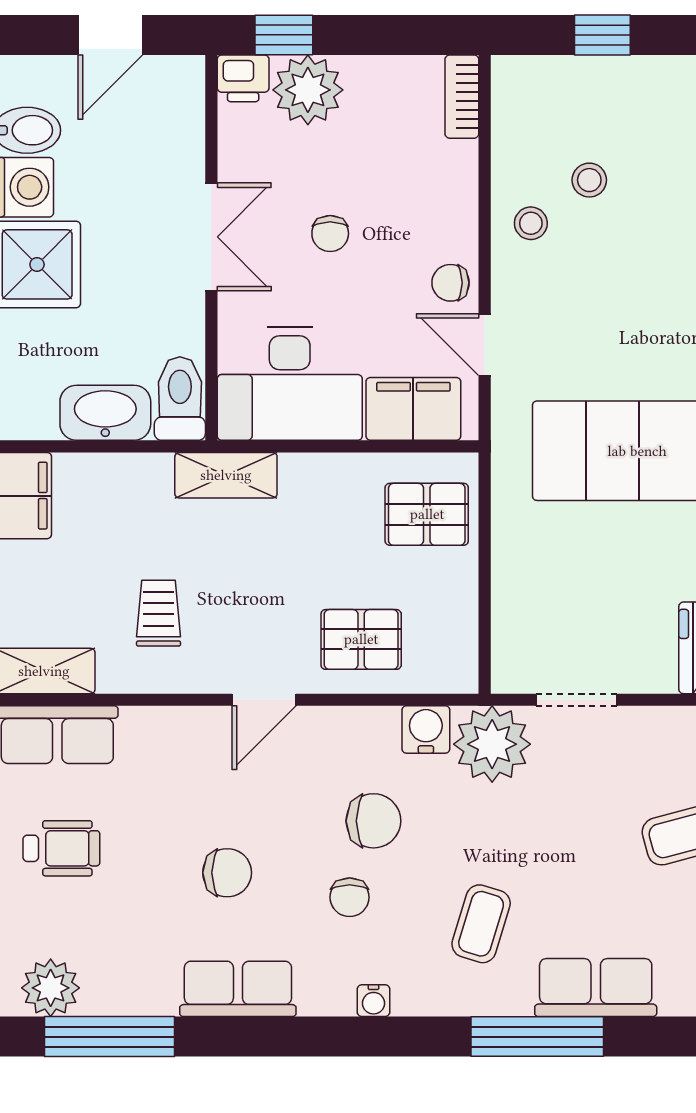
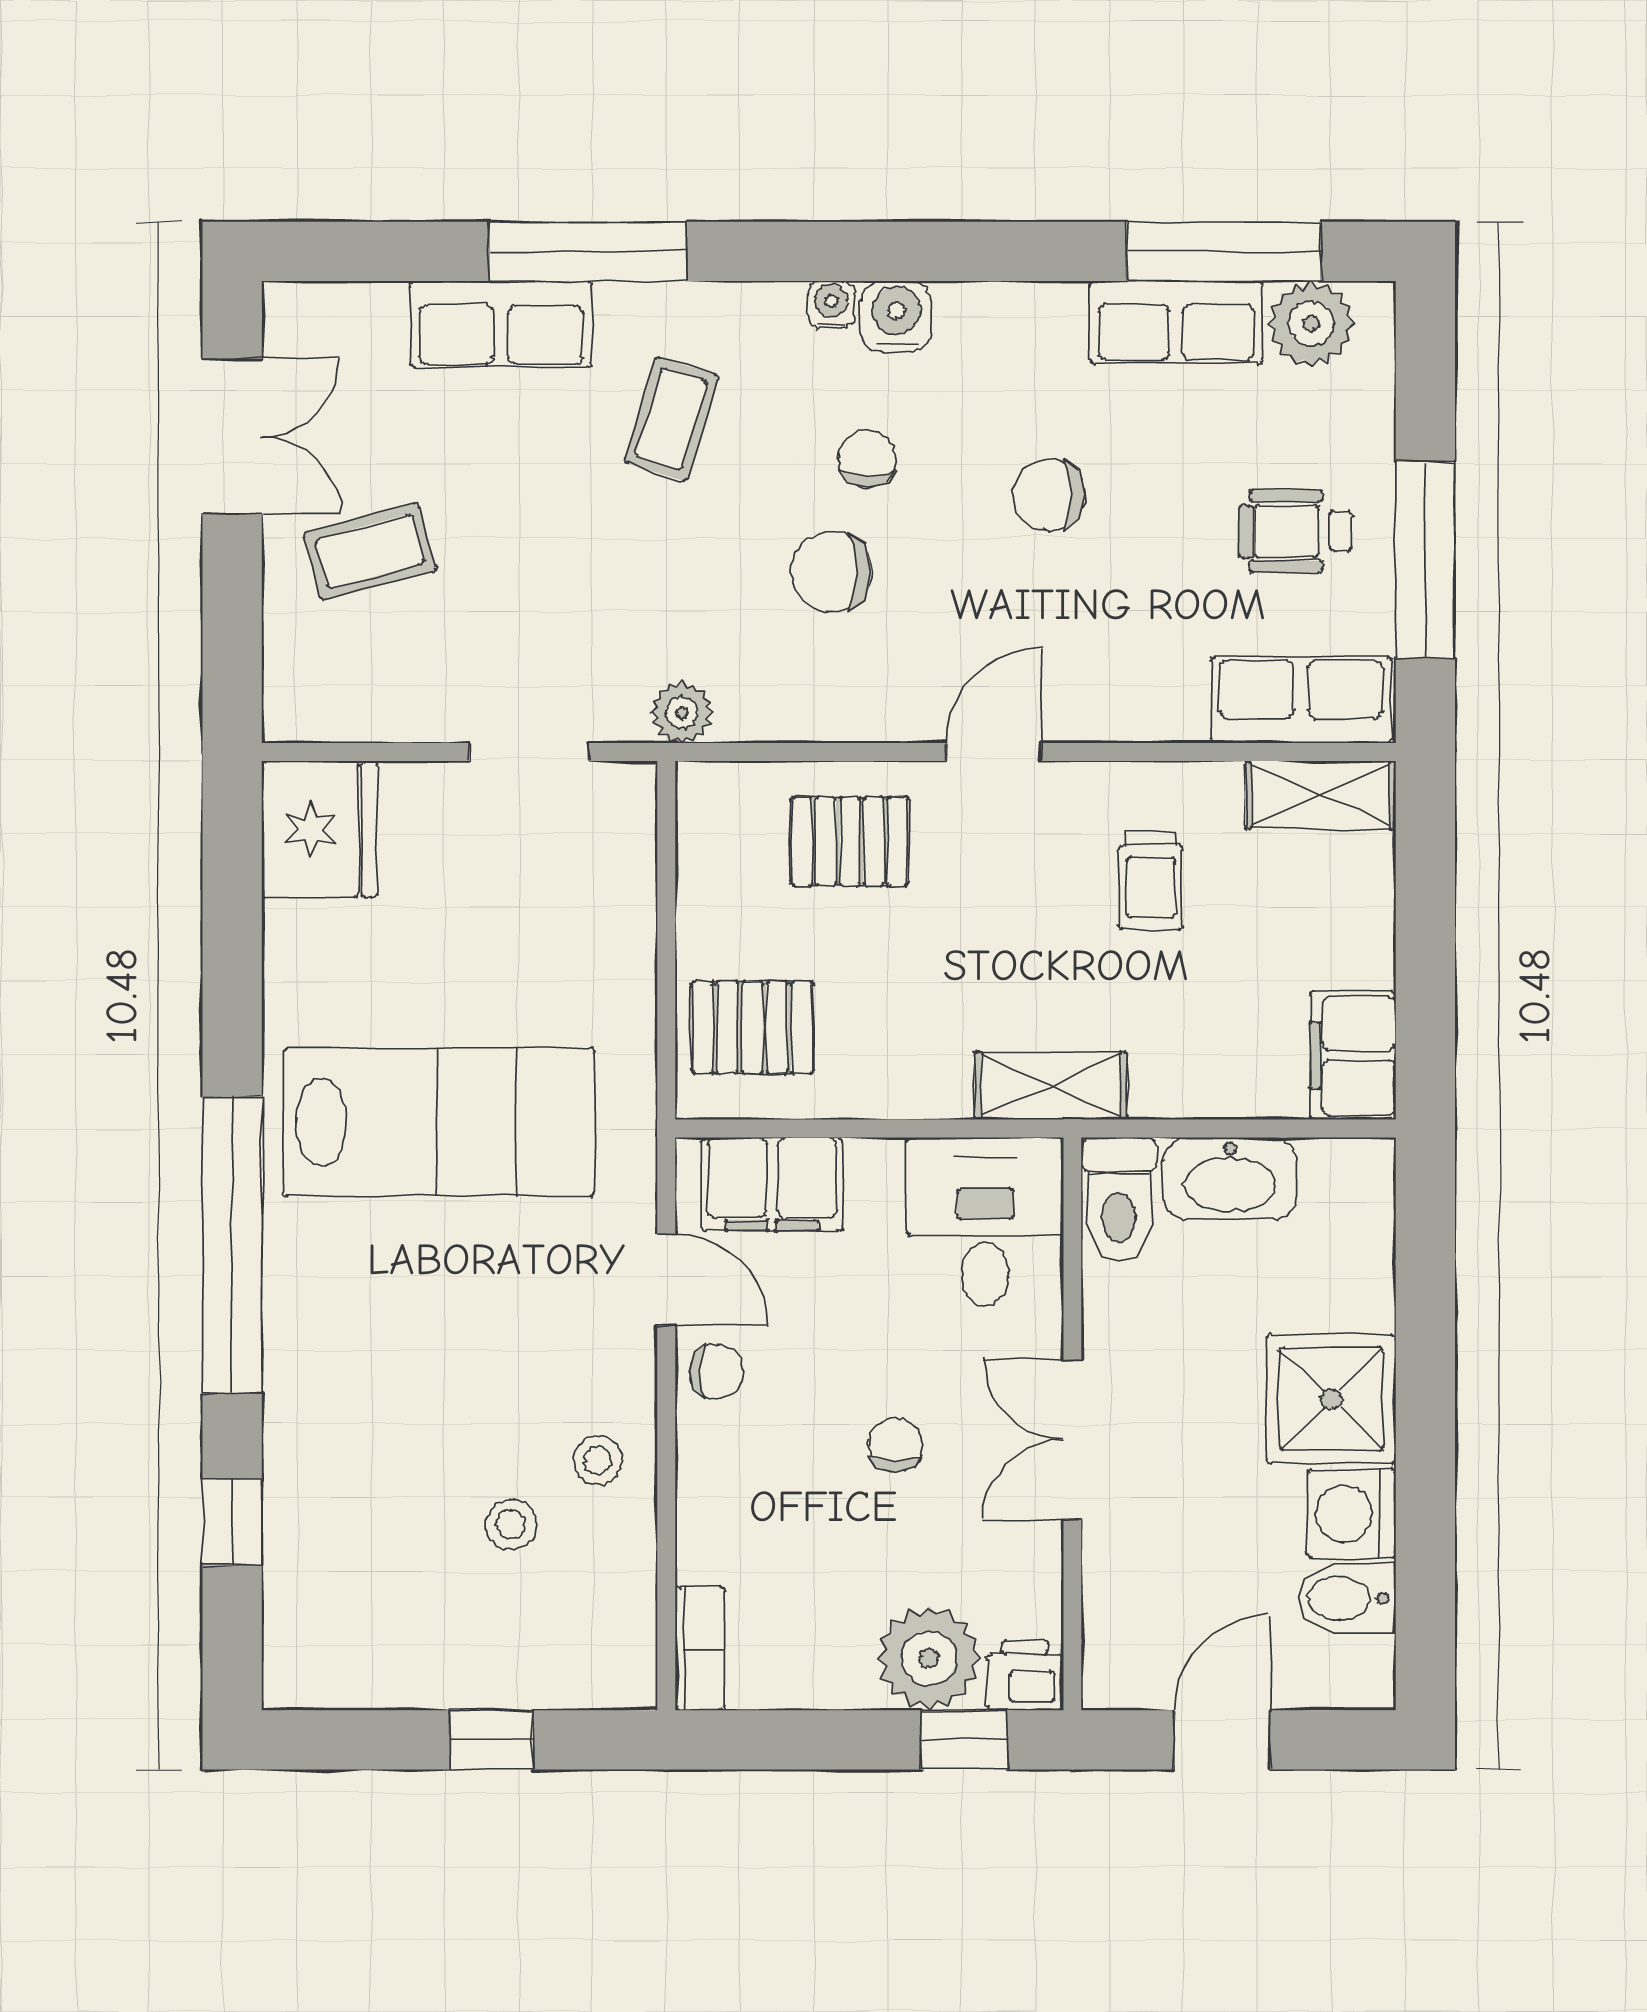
desk: (290, 383) -> (985, 1222), width x0.73
water cooler: (426, 729) -> (896, 316), moved, turned 180
plant: (492, 744) -> (682, 713), width x0.53, depth x0.53
row of seats: (238, 989) -> (1176, 322), moved

